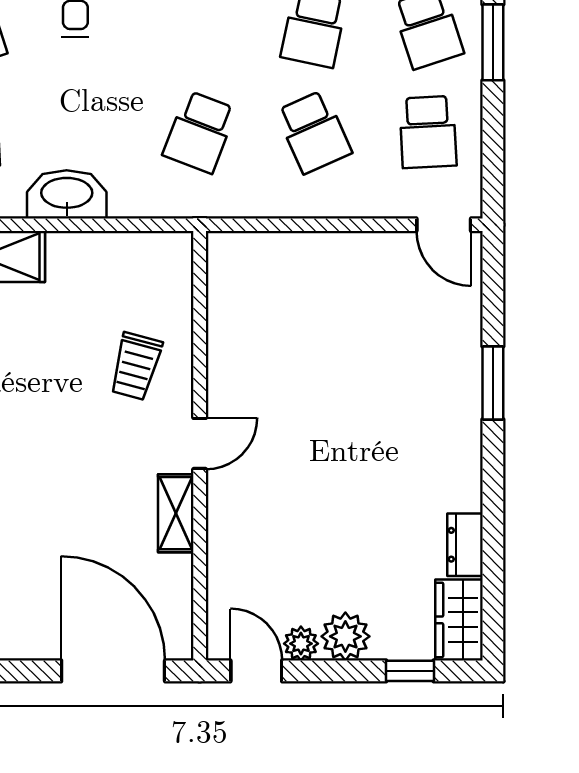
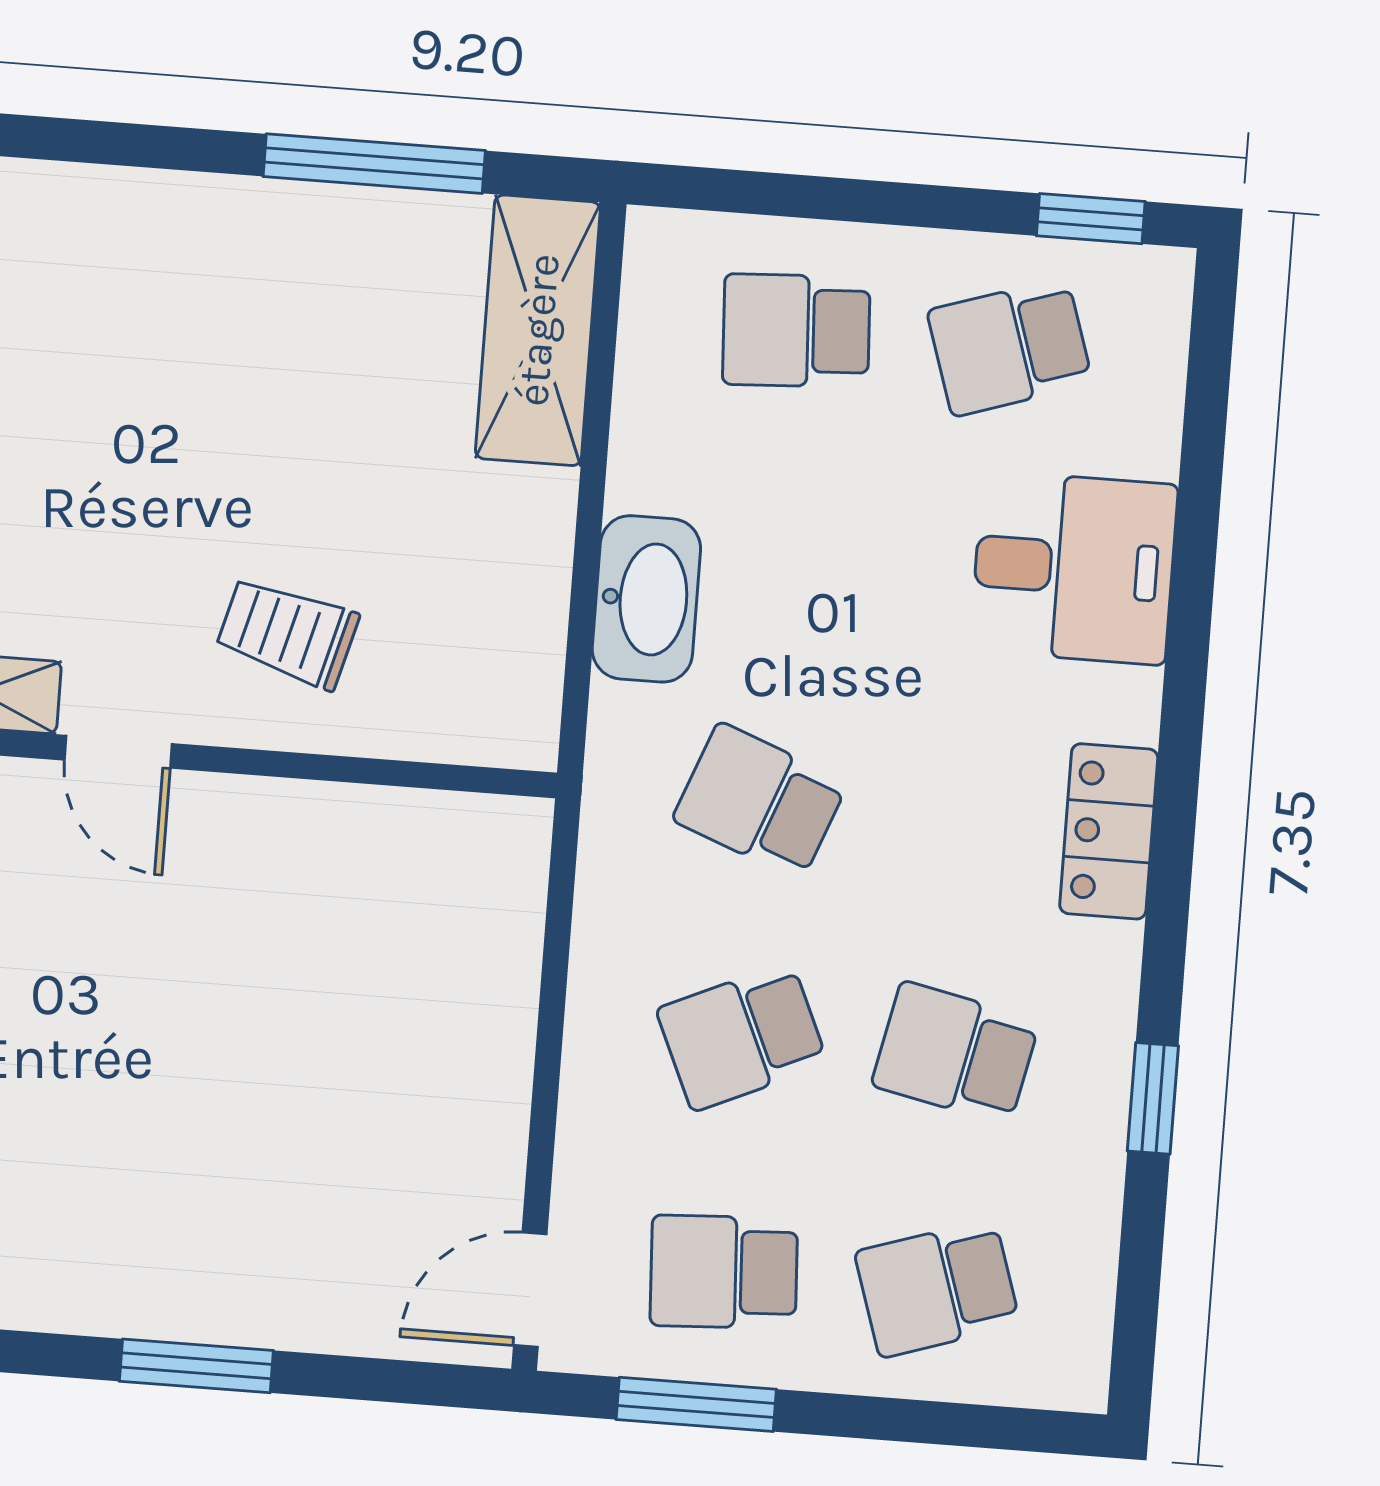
window: (493, 42) -> (696, 1404), moved
washbasin: (67, 194) -> (646, 599), moved

